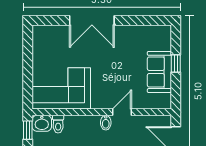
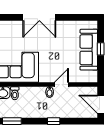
sofa: (159, 72) -> (89, 50), width x1.36

